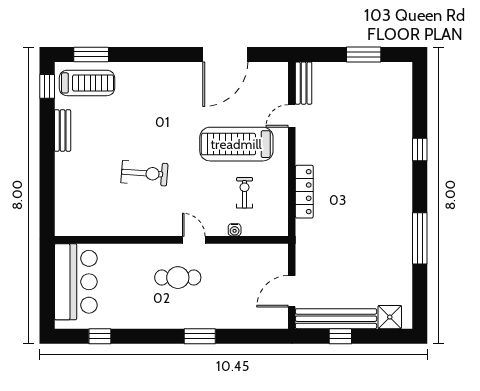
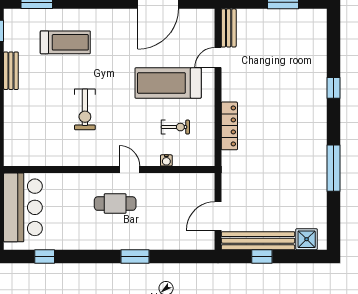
treadmill: (87, 83) -> (65, 42), moved
exercise bike: (144, 173) -> (85, 109), turned 86
exercise bike: (245, 193) -> (175, 127), turned 90

